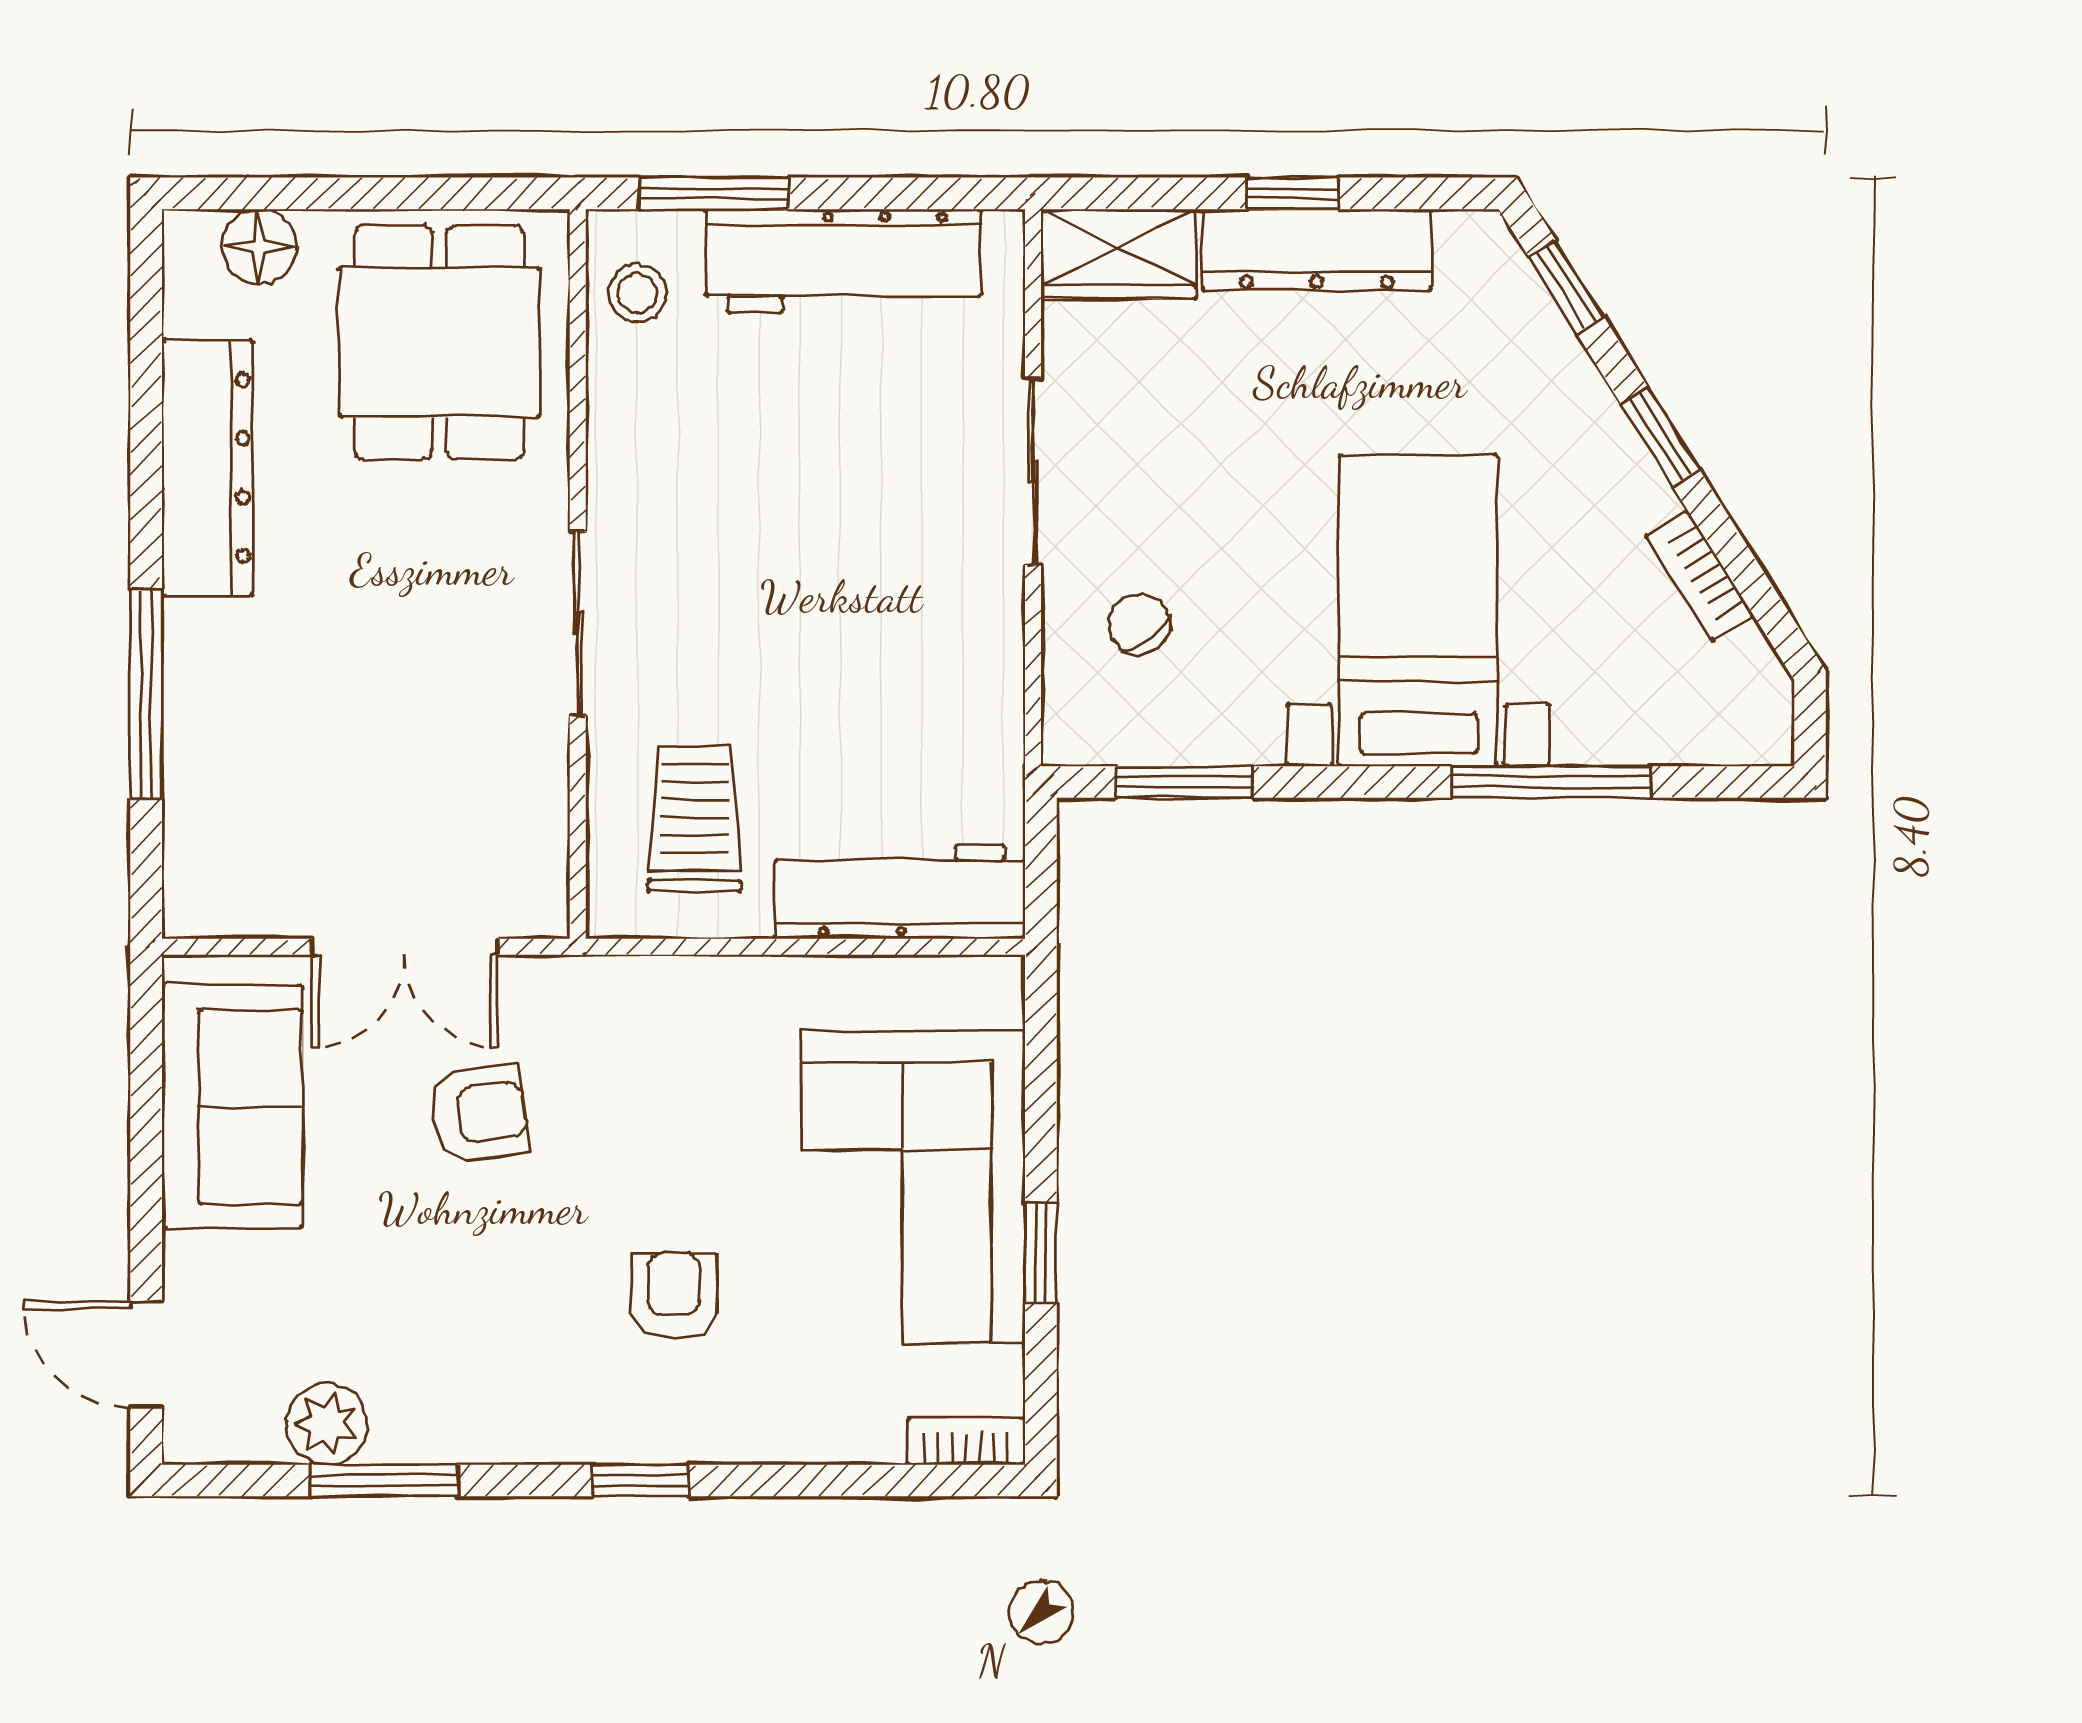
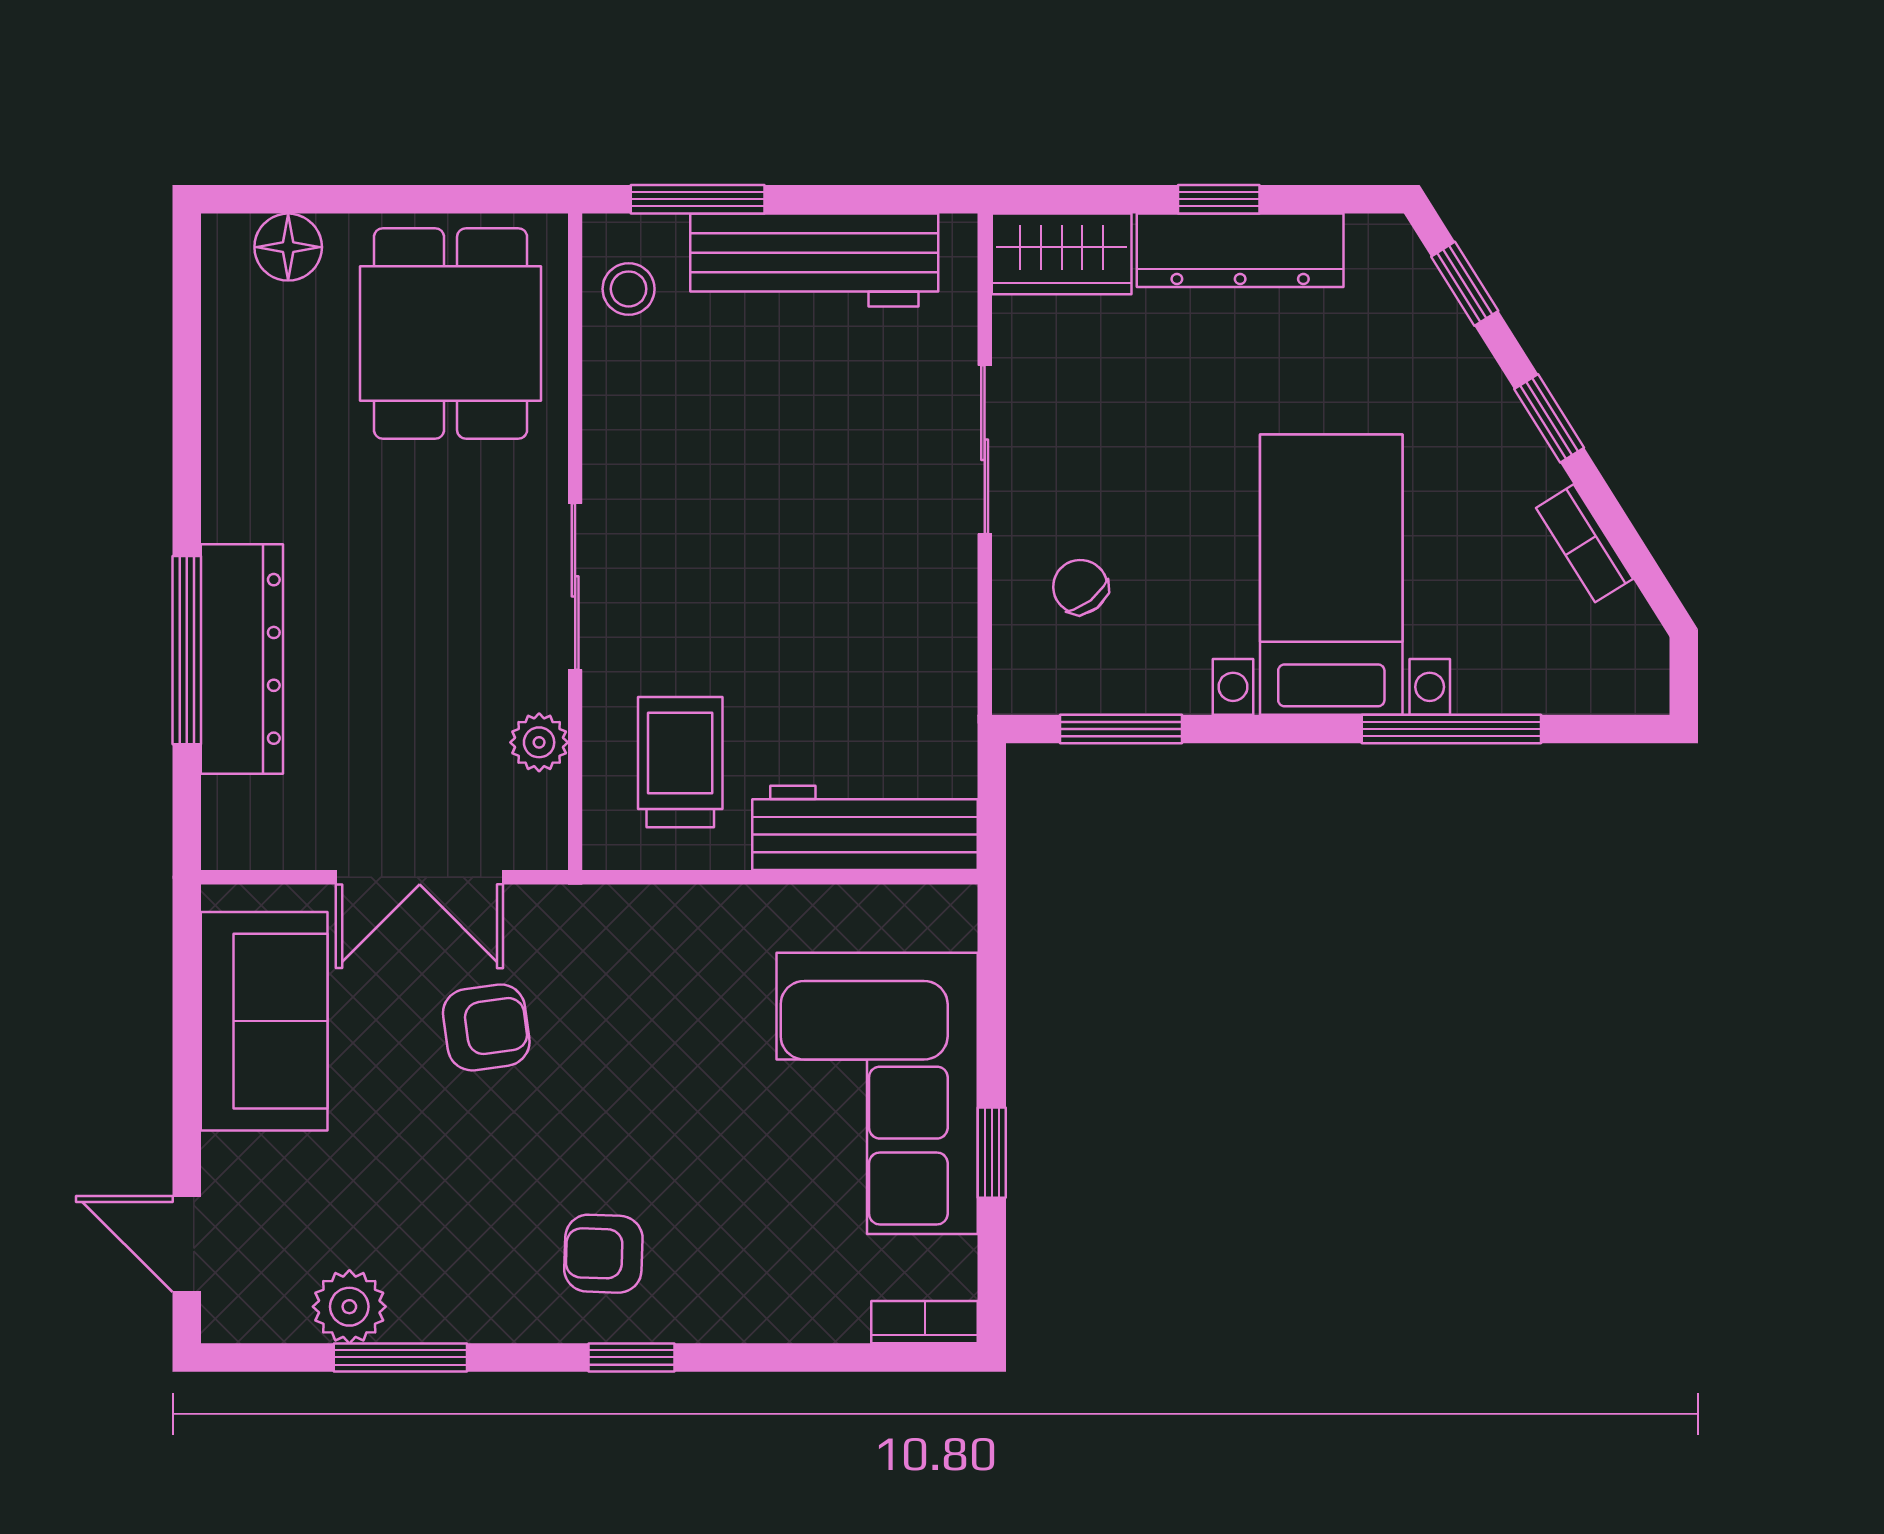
dresser: (207, 468) -> (242, 659), moved
plant: (538, 797) -> (539, 742), added
armchair: (674, 1296) -> (603, 1254), moved, turned -88

